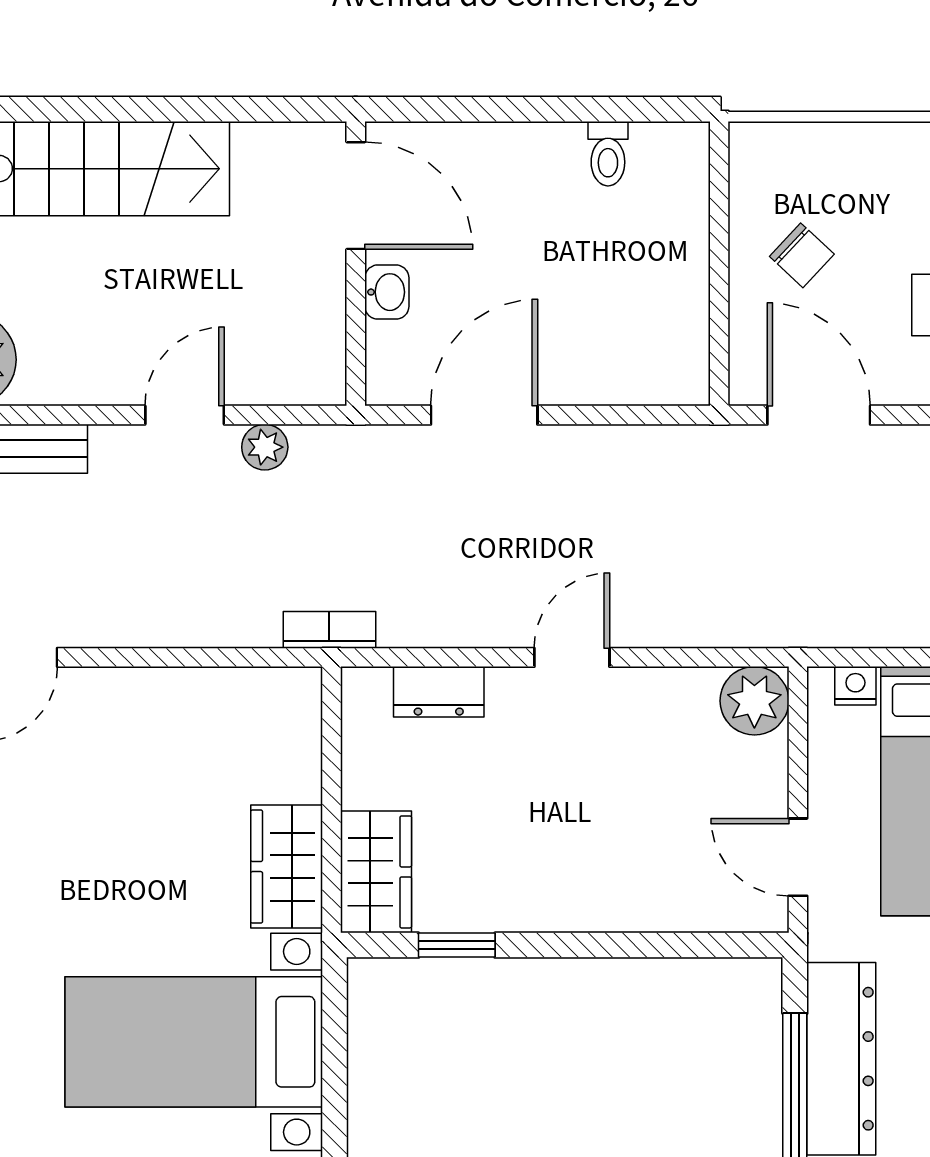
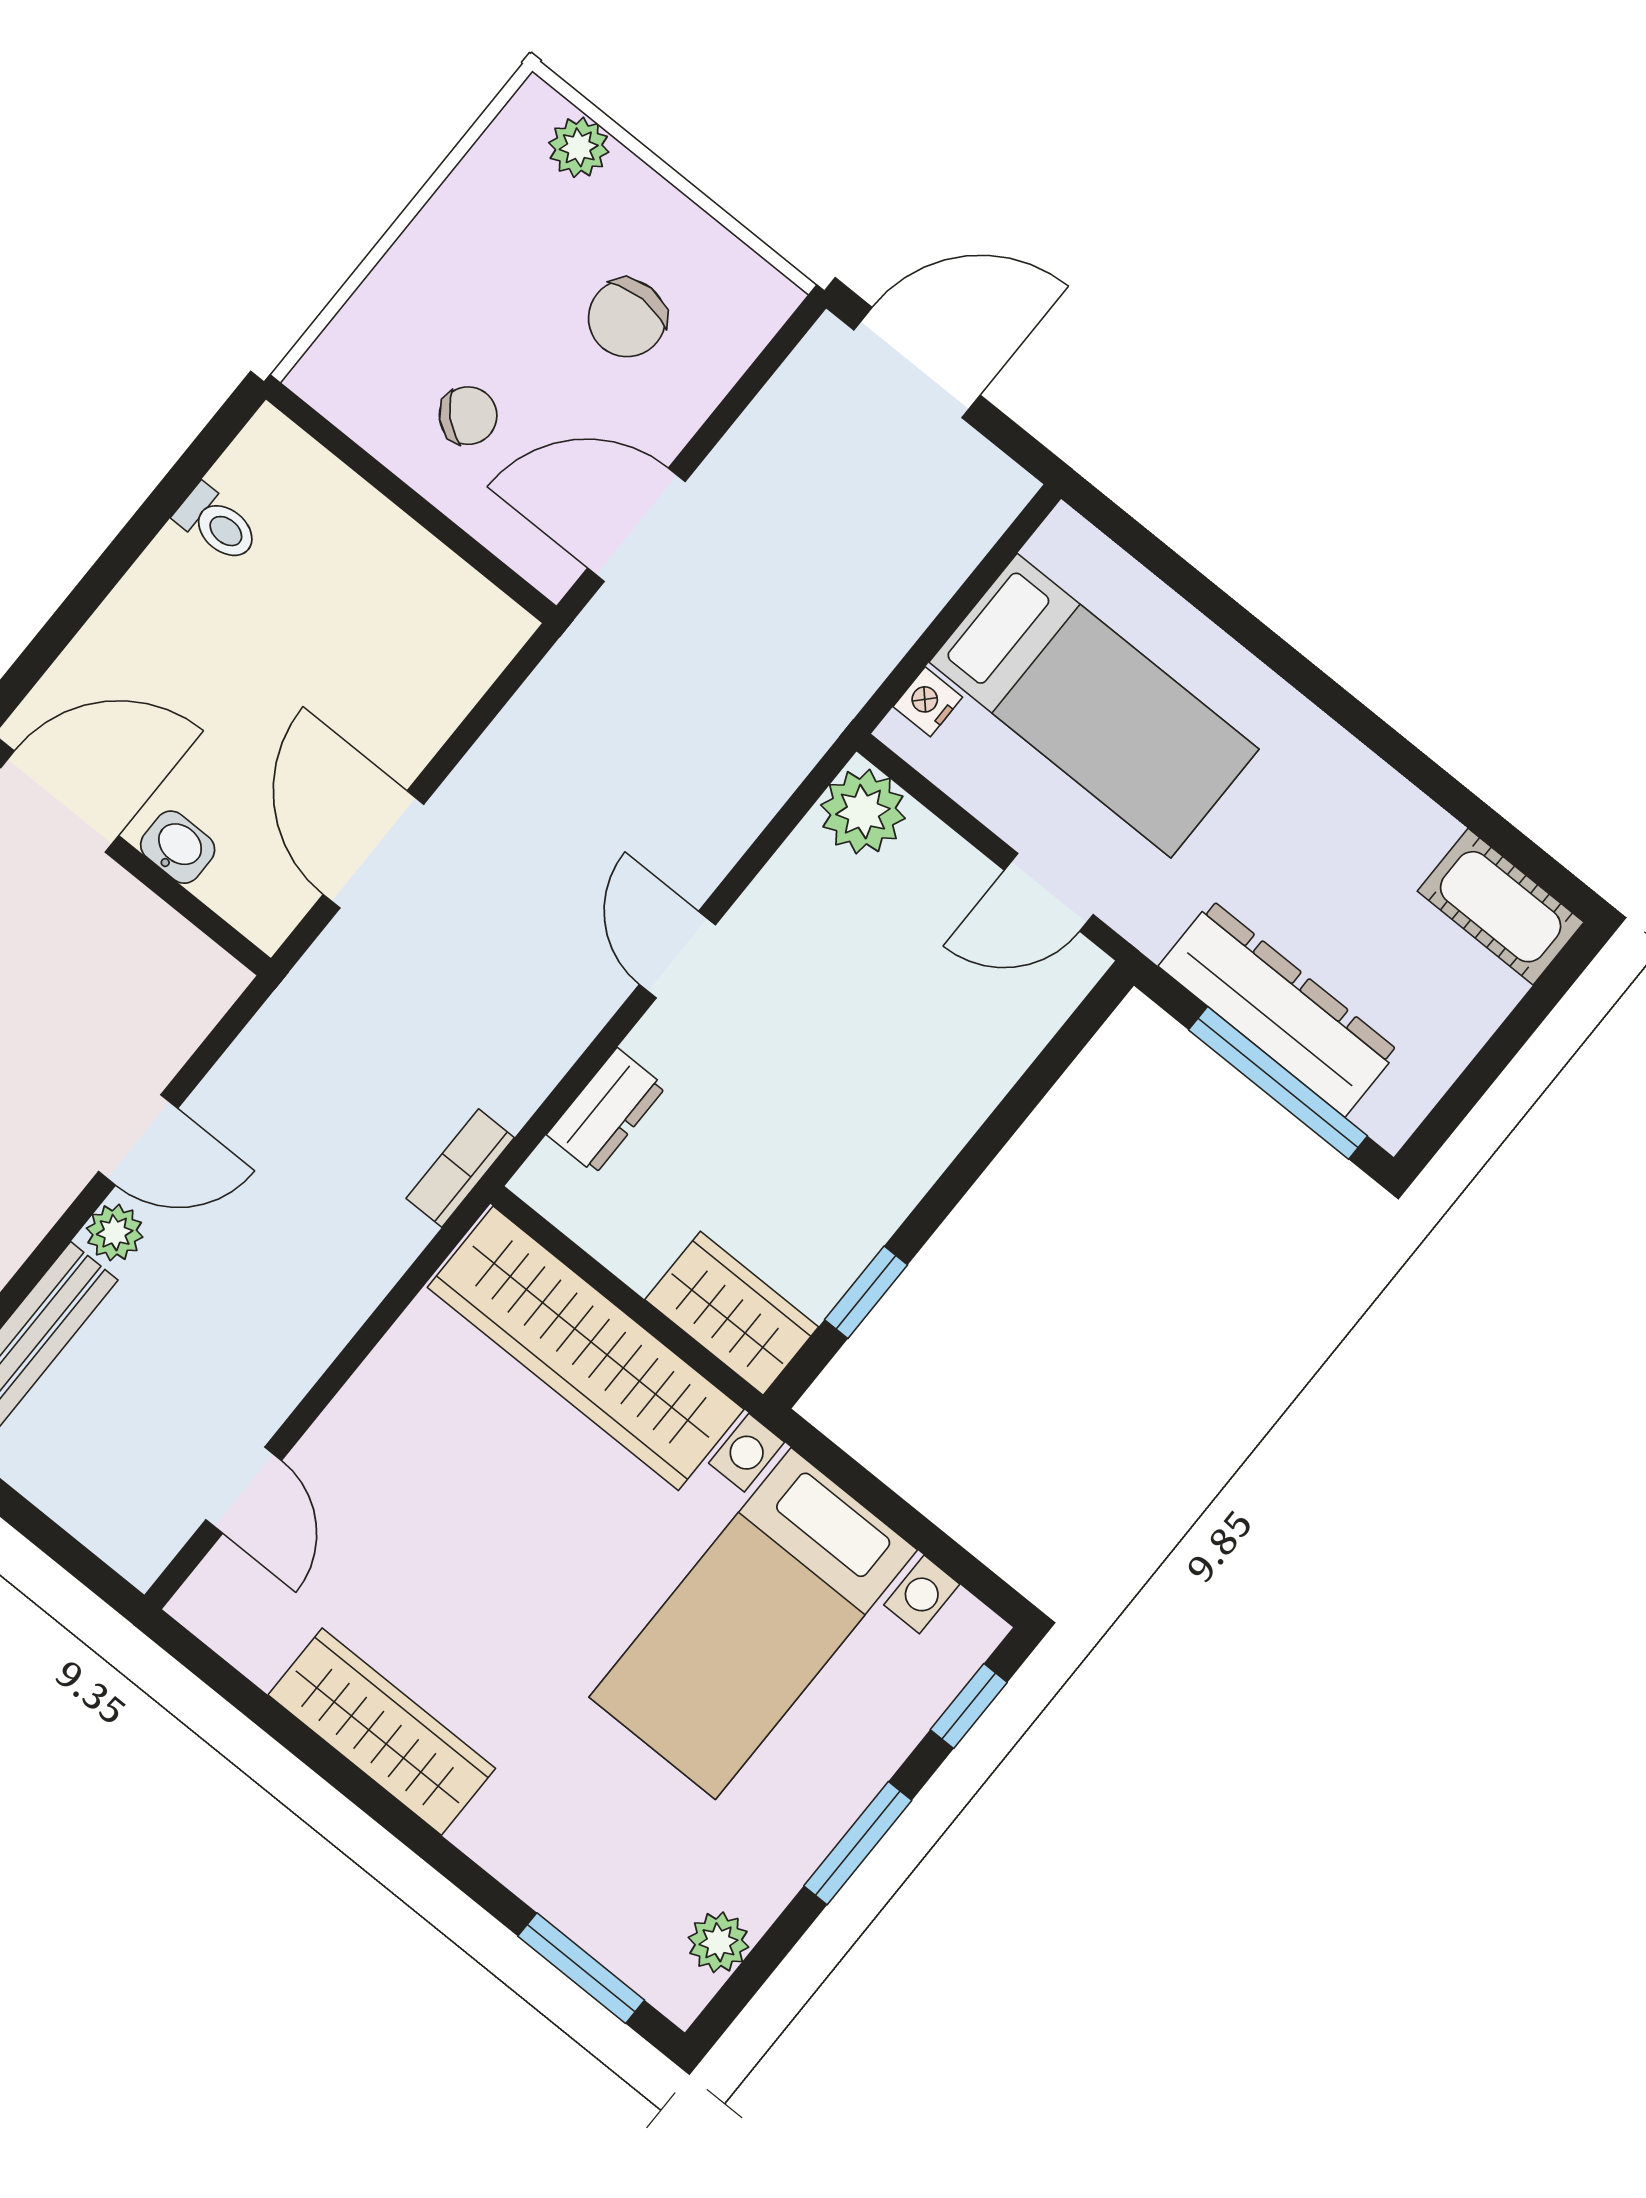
door: (185, 415) -> (138, 1140), swing flipped
plant: (265, 447) -> (115, 1233), moved
wardrobe: (287, 867) -> (586, 1348), width x2.10, depth x1.17

